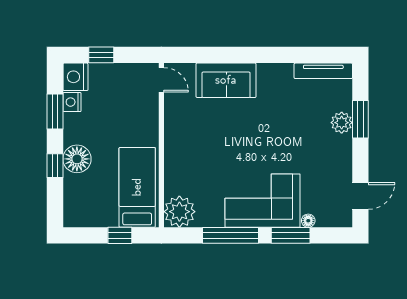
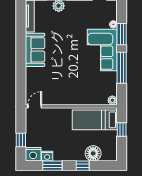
sofa: (226, 80) -> (35, 50), moved
floor lamp: (77, 159) -> (93, 153), moved
plant: (179, 212) -> (112, 100), width x0.53, depth x0.53

